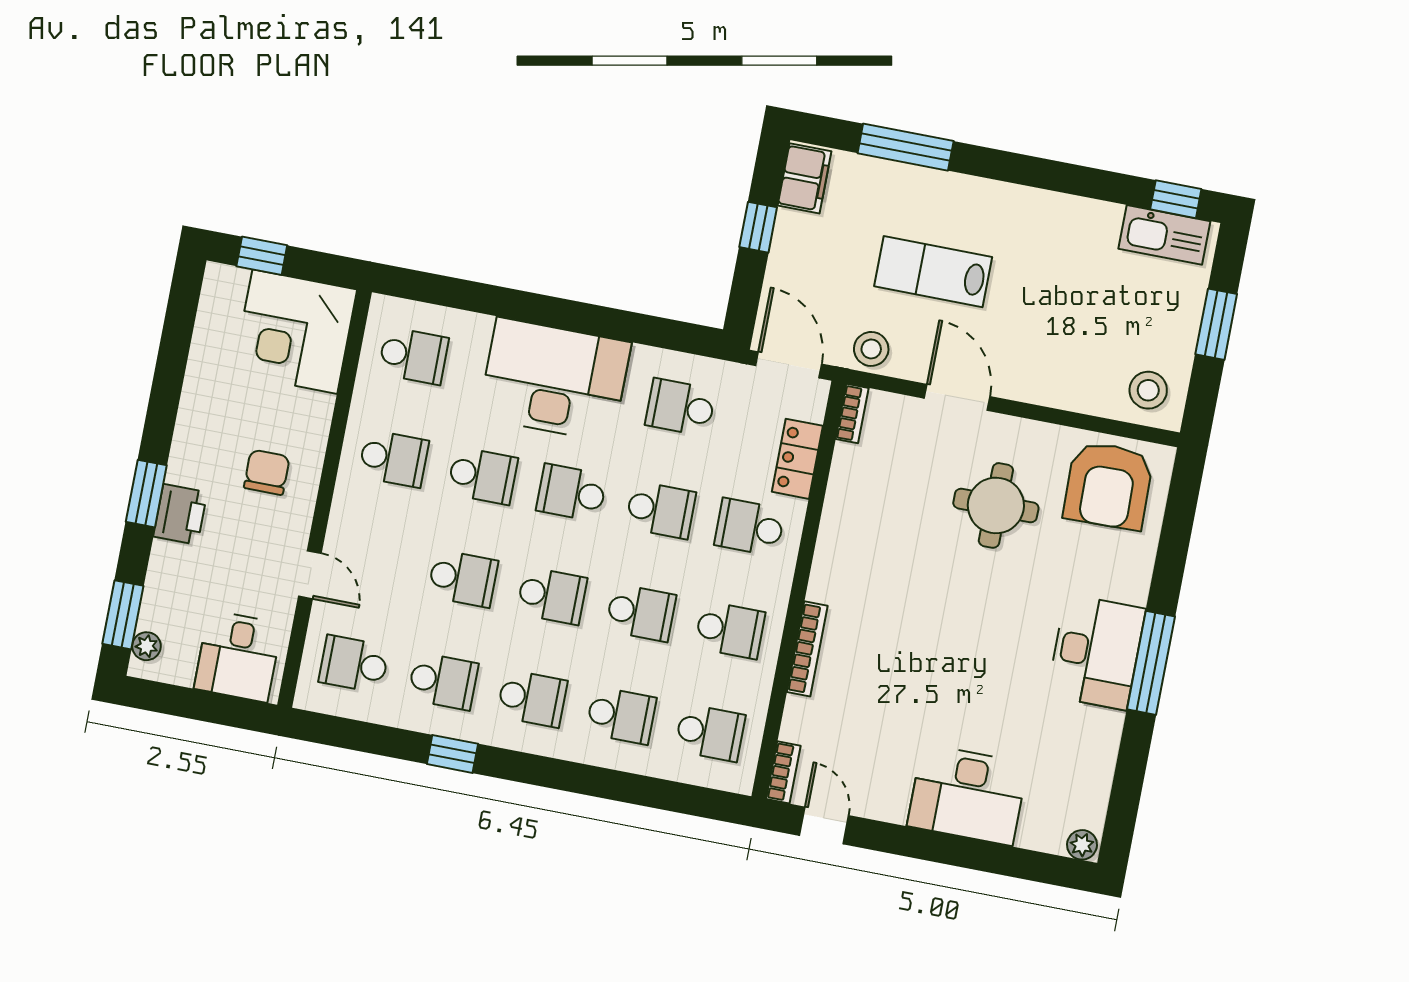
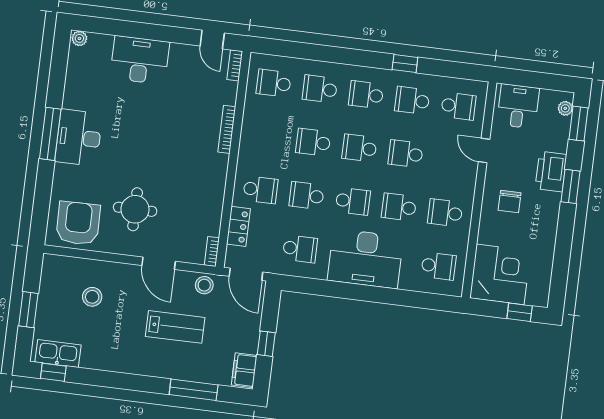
school desk: (413, 356) -> (438, 266), turned 180
stool: (1148, 390) -> (92, 297), moved
printer: (180, 514) -> (551, 172), width x1.37, depth x1.19
school desk: (730, 630) -> (267, 136), removed

